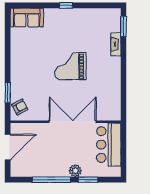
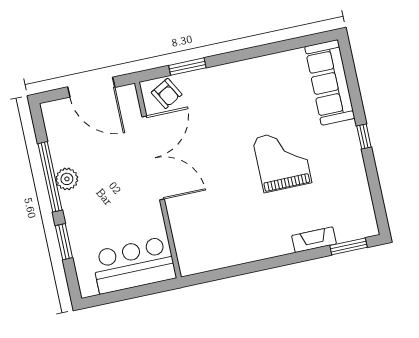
sofa: (27, 18) -> (330, 82), width x1.36
grand piano: (70, 66) -> (282, 160), moved
double door: (73, 122) -> (153, 158), moved
plant: (75, 171) -> (67, 179), moved

